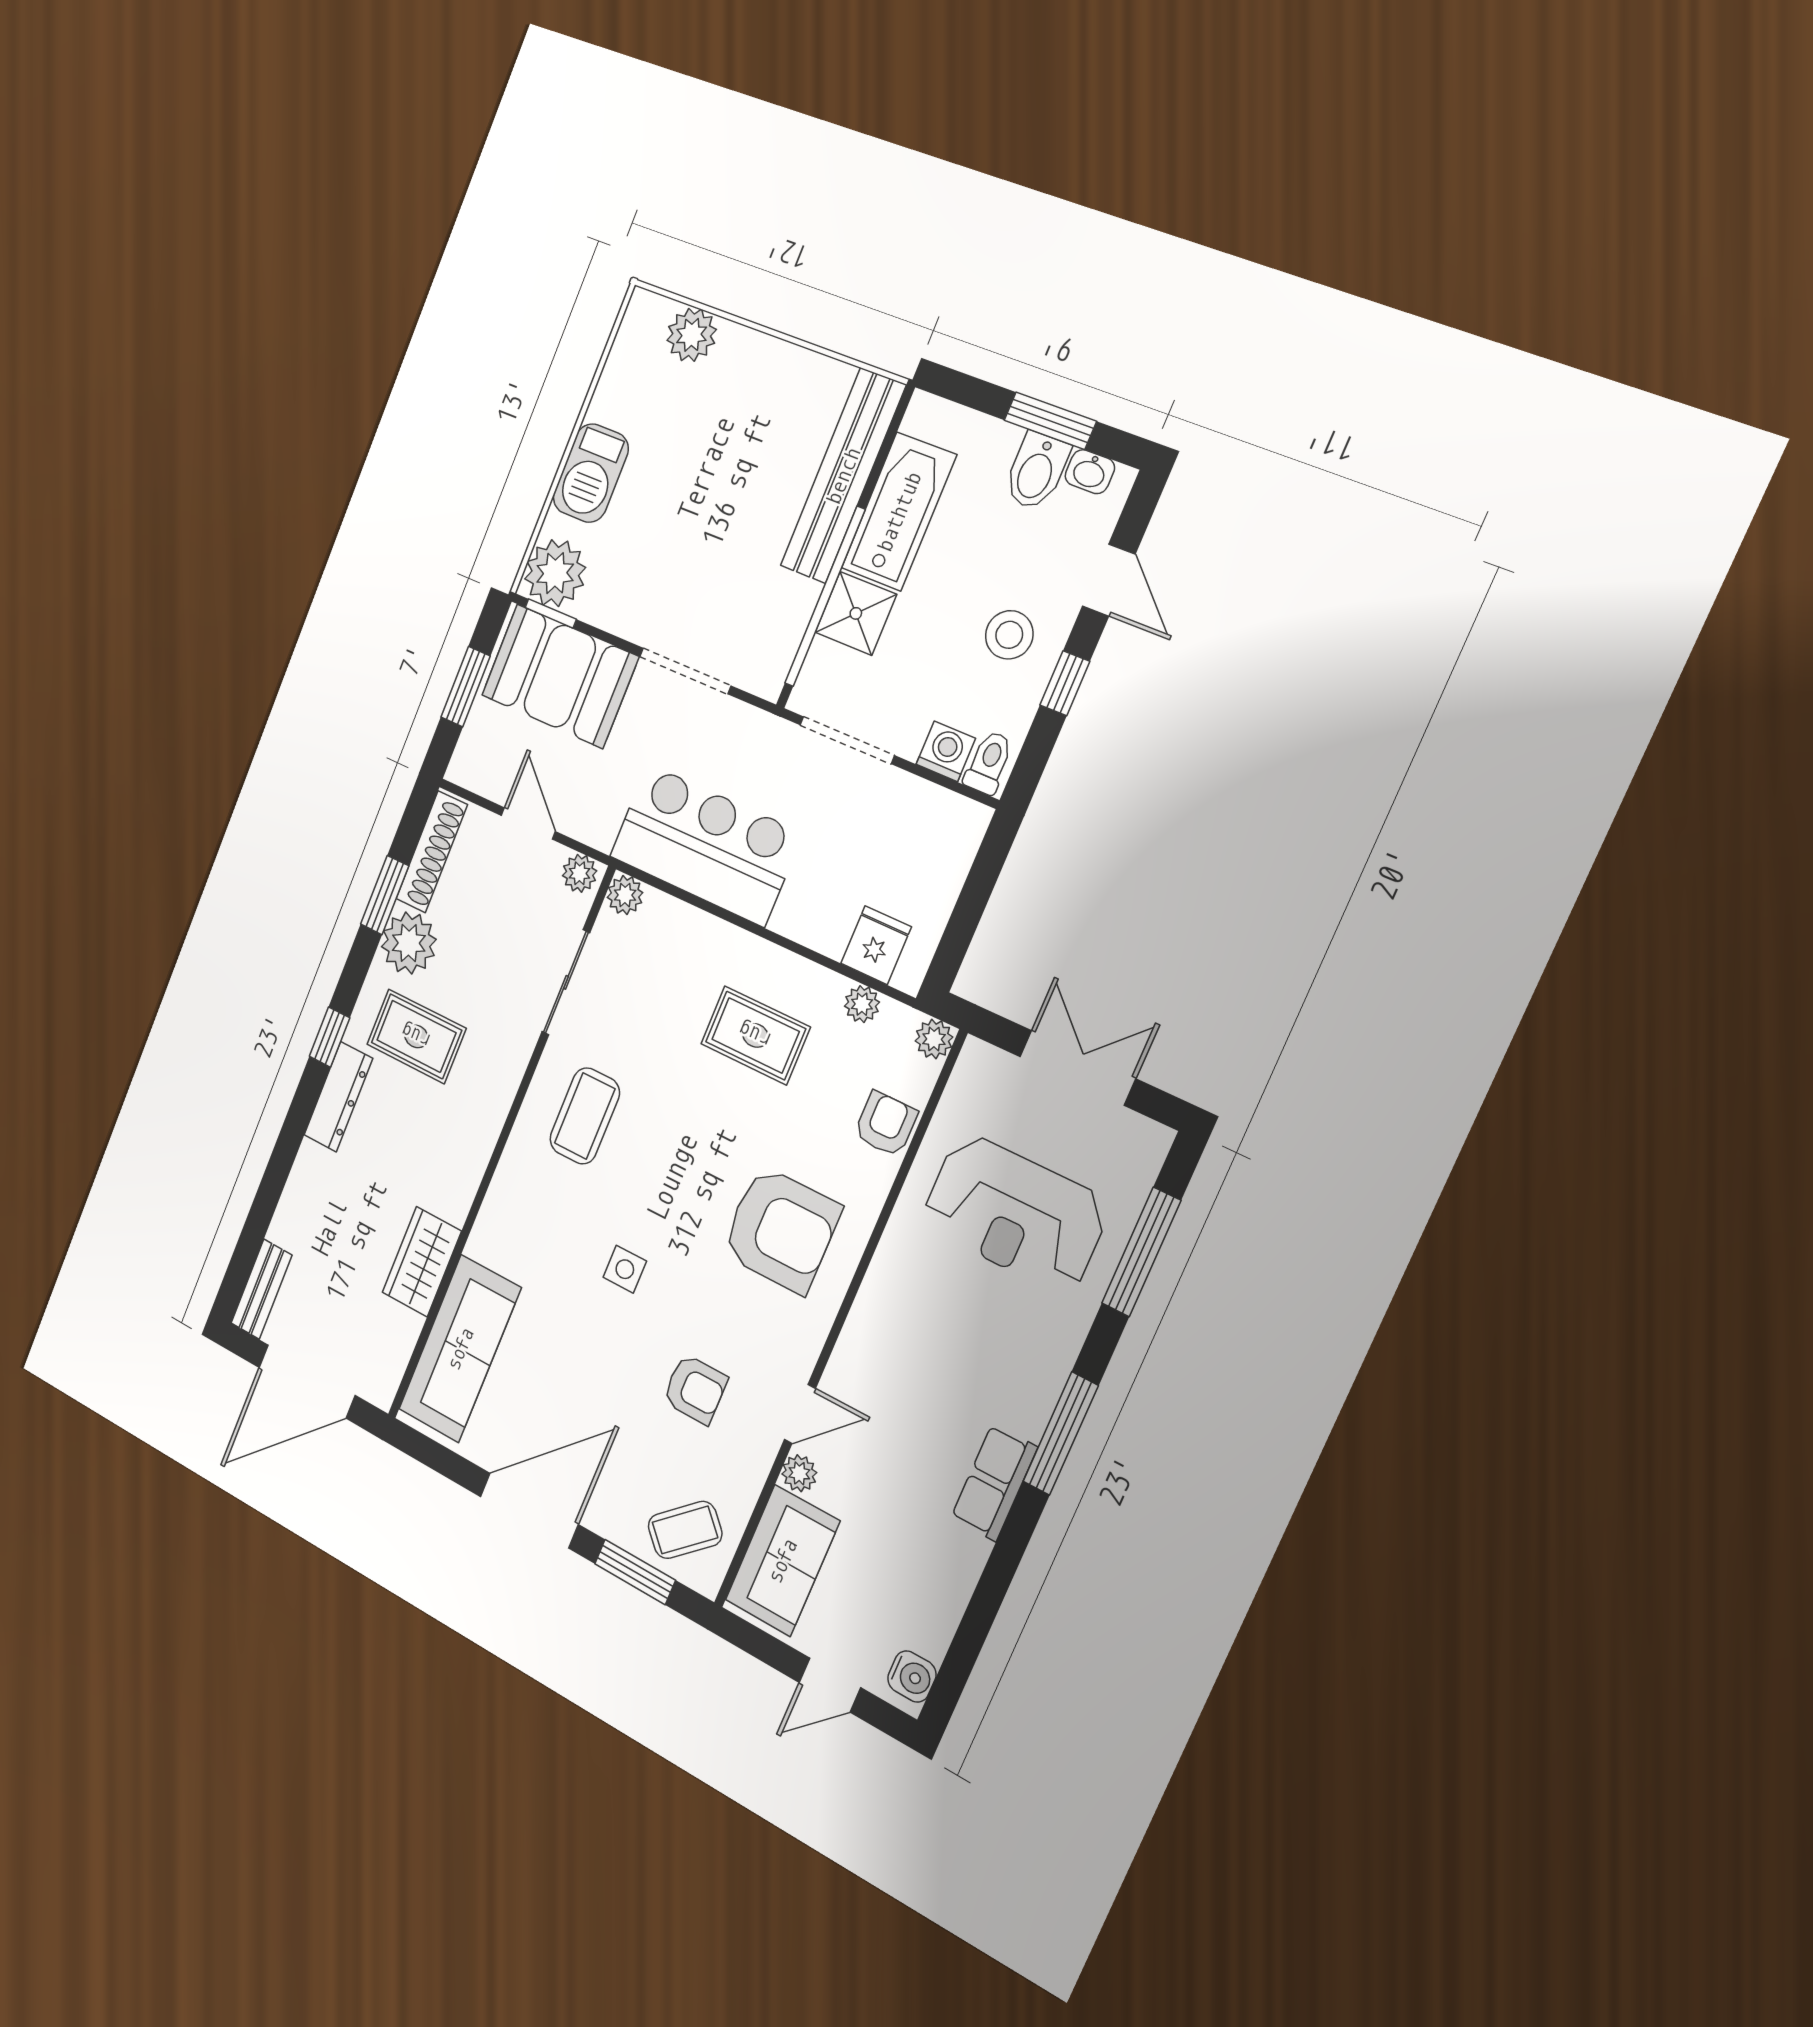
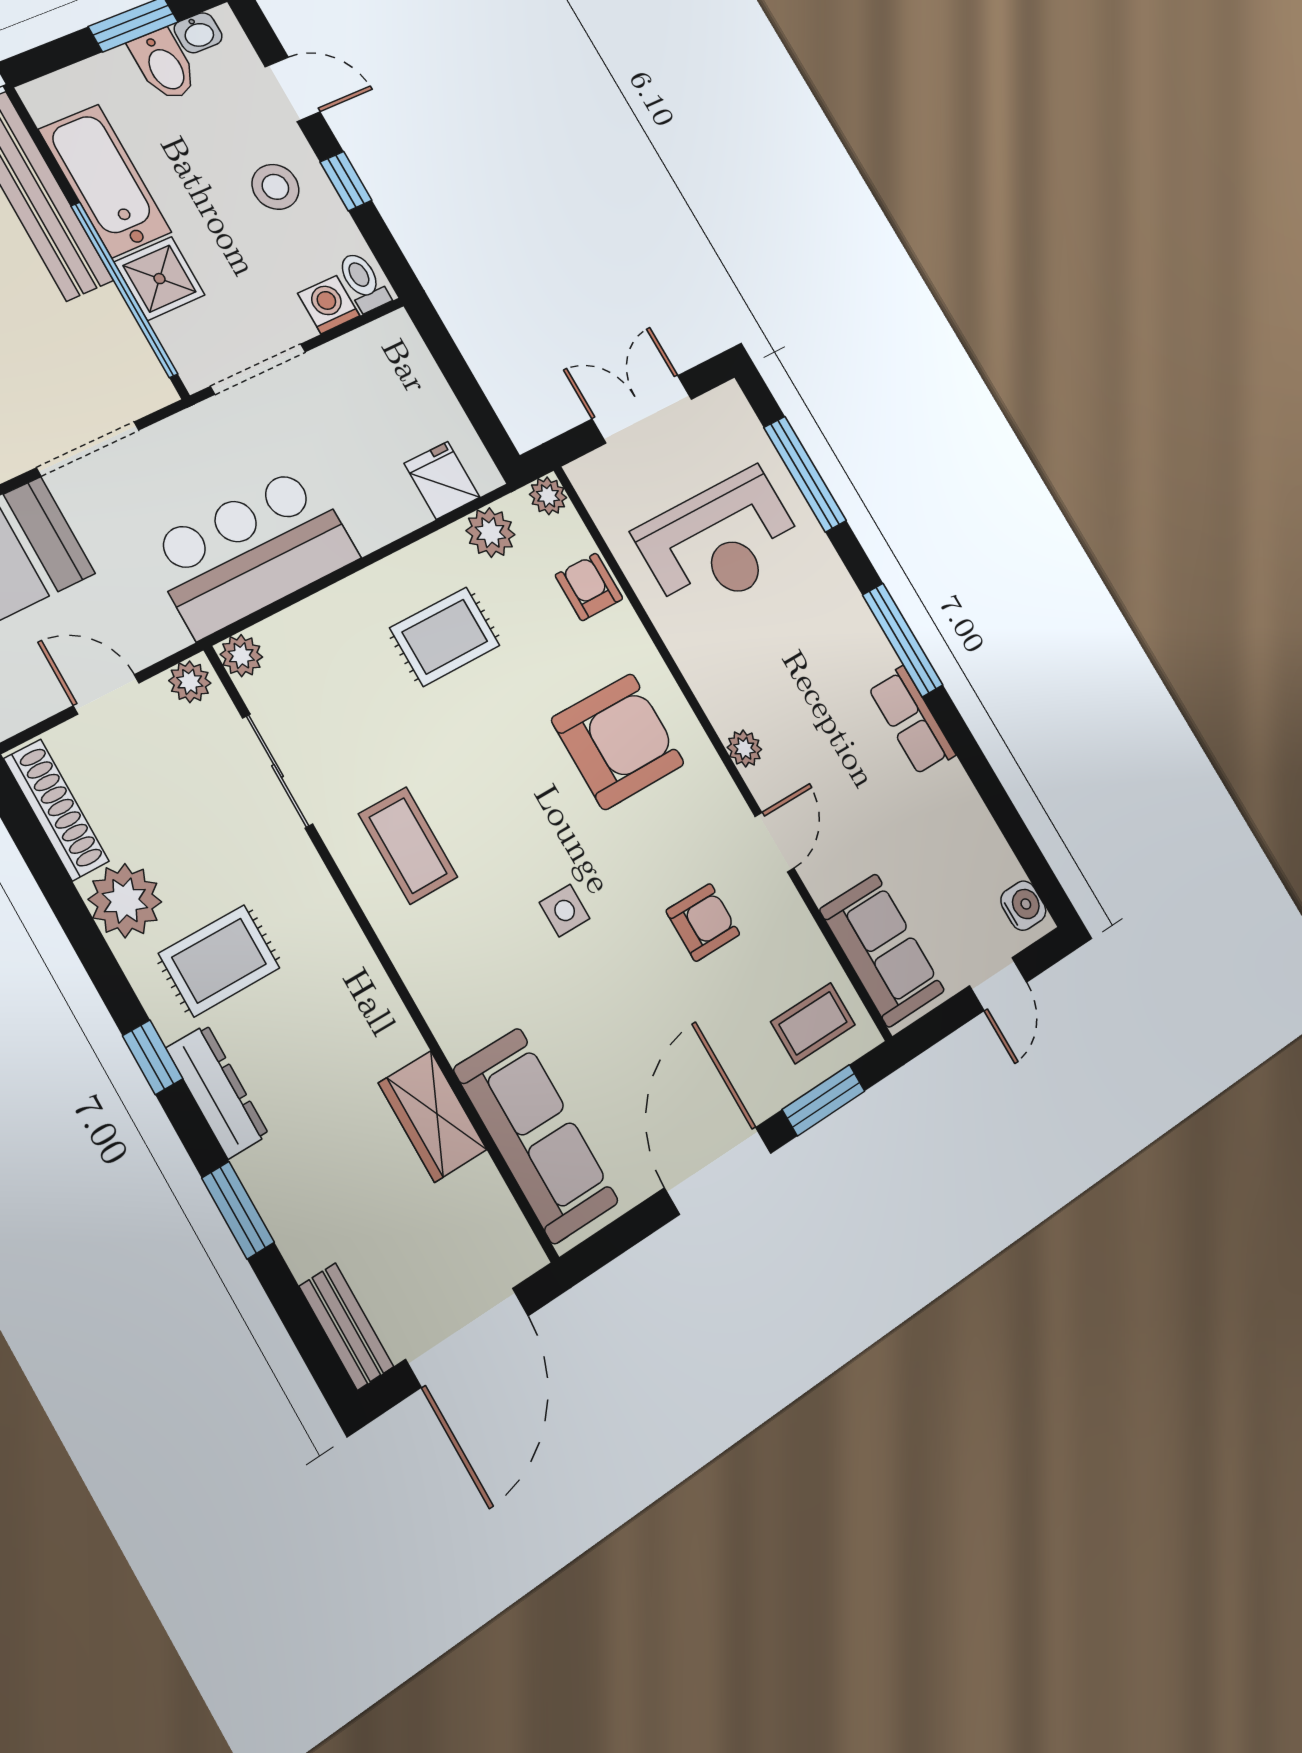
window: (385, 895) -> (238, 1210), moved
plant: (862, 1004) -> (490, 533), width x1.38, depth x1.38
plant: (799, 1473) -> (744, 748), moved
coffee table: (685, 1530) -> (813, 1023), turned 43

